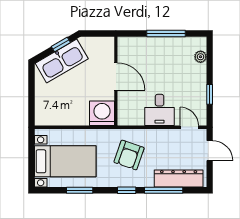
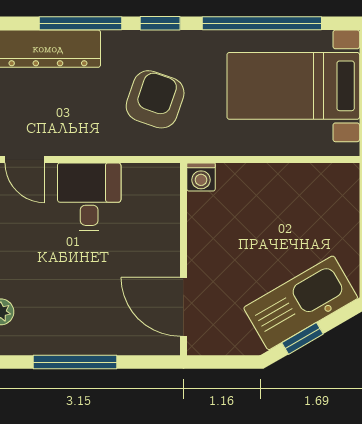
door: (116, 76) -> (183, 307), moved
washing machine: (102, 113) -> (201, 177), width x0.53, depth x0.53
window: (80, 190) -> (262, 23), width x2.11

